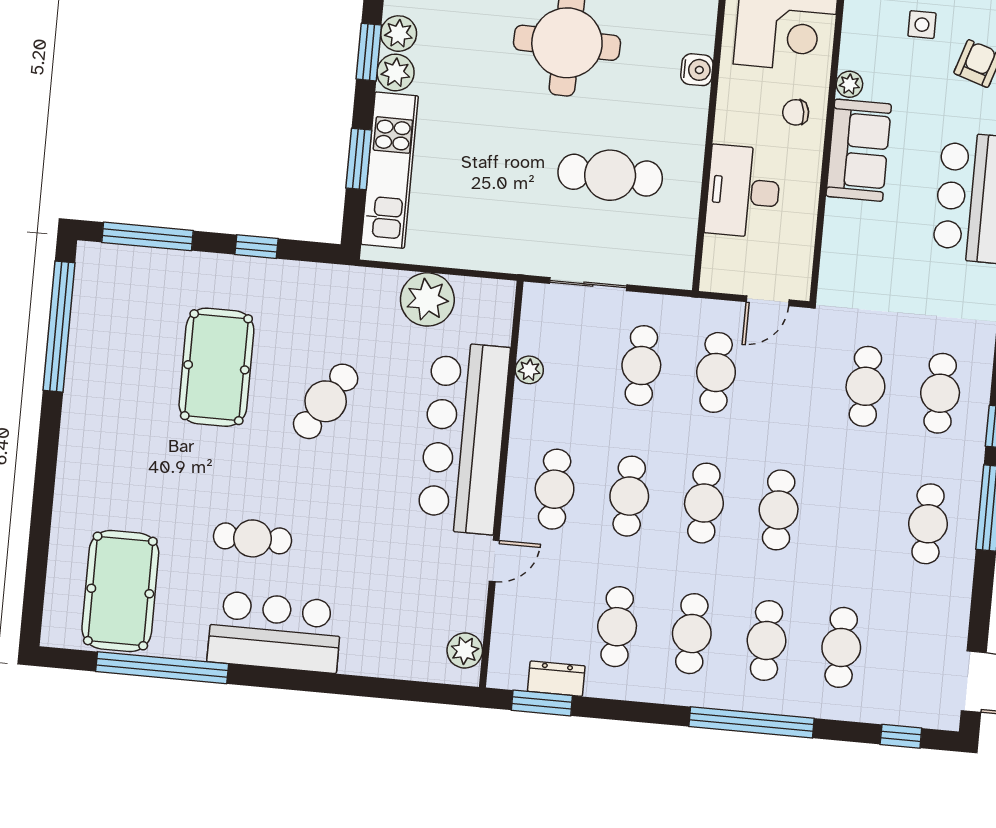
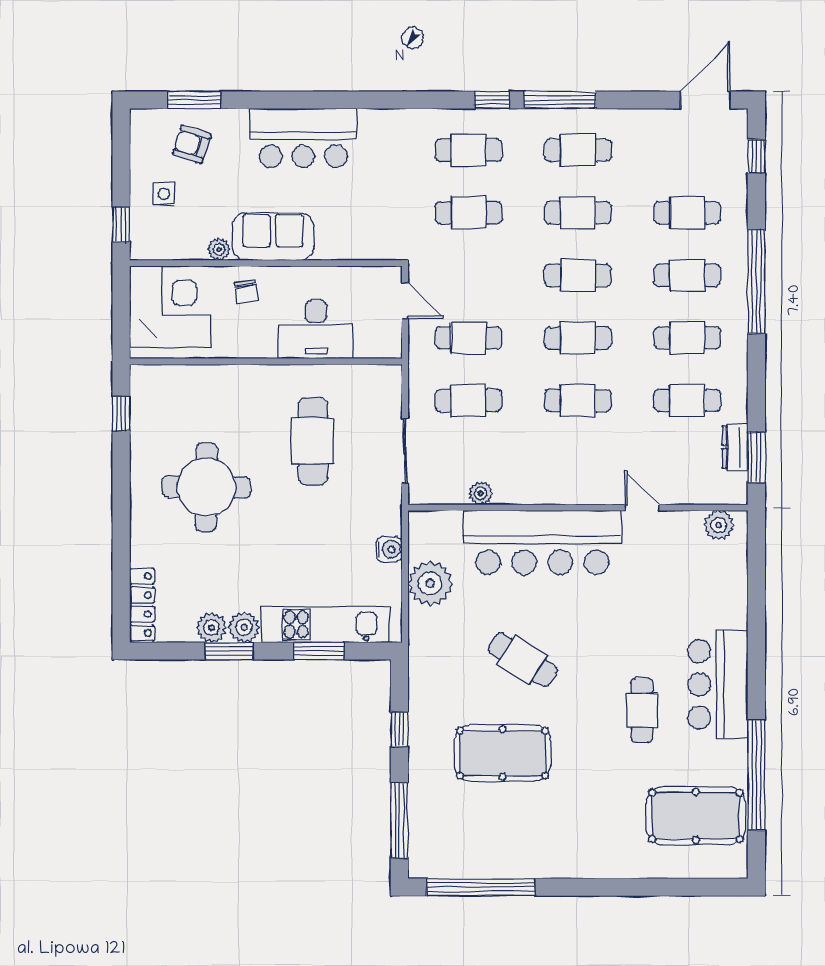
water cooler: (697, 70) -> (389, 549), moved, turned 90
cafe table: (555, 489) -> (578, 213), moved

